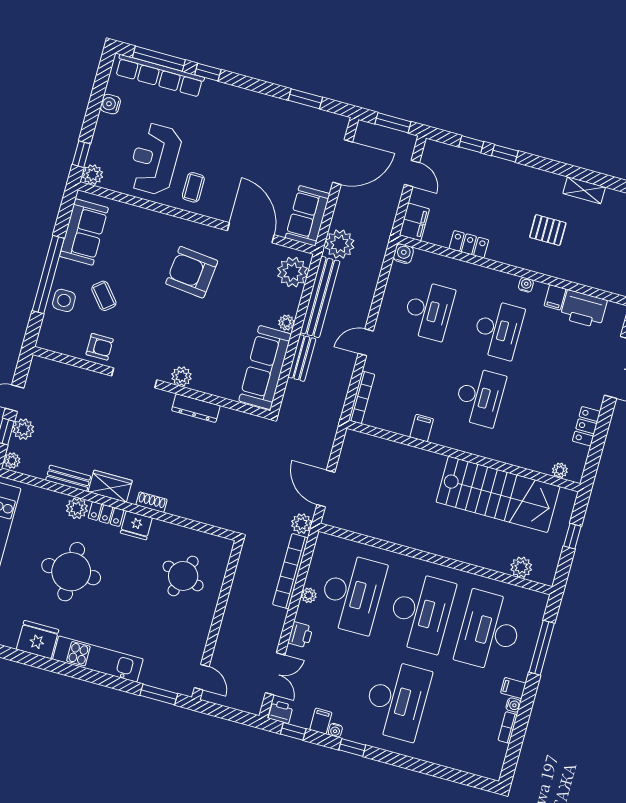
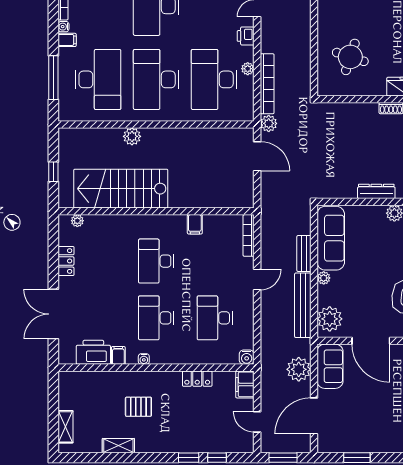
plant: (340, 244) -> (299, 369), moved
plant: (521, 567) -> (132, 136), moved

